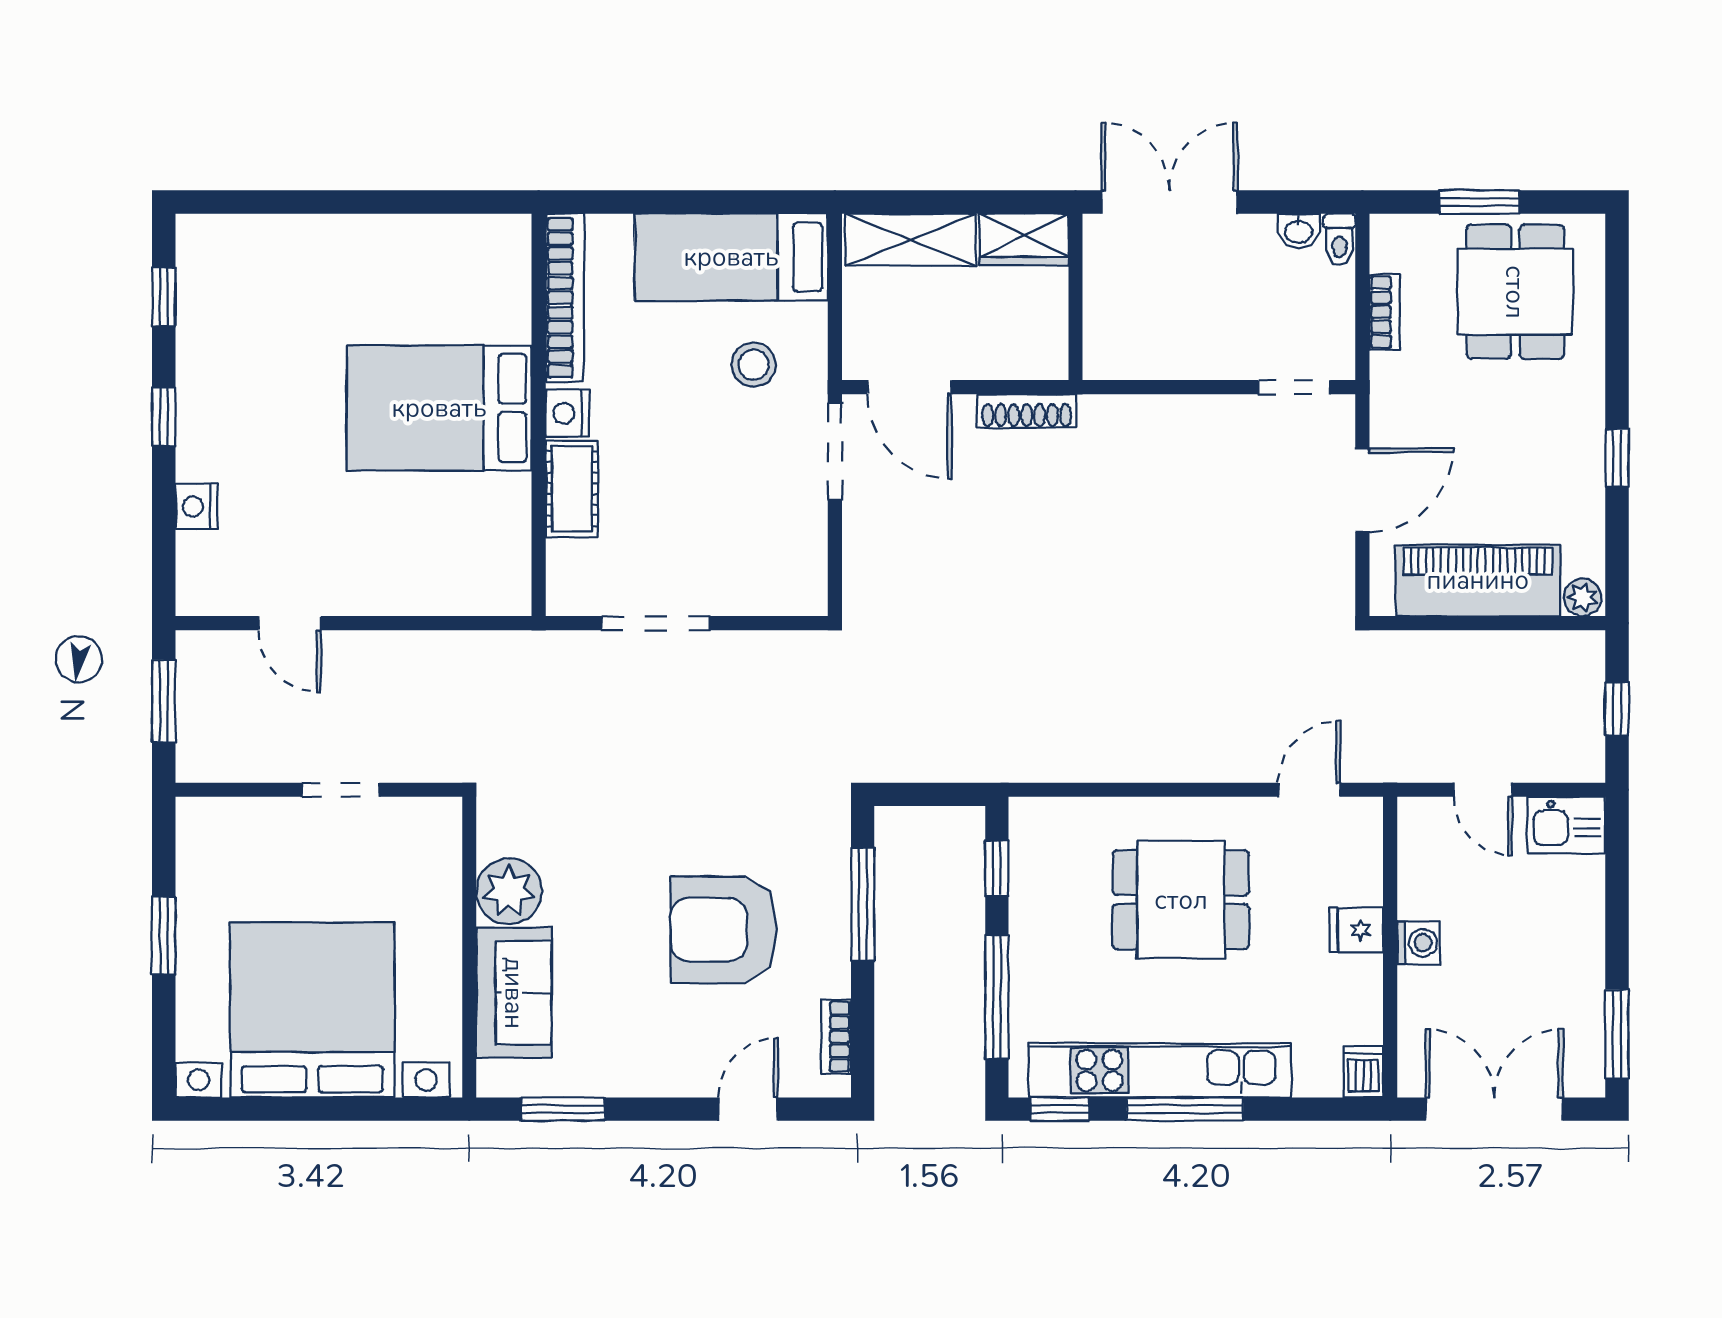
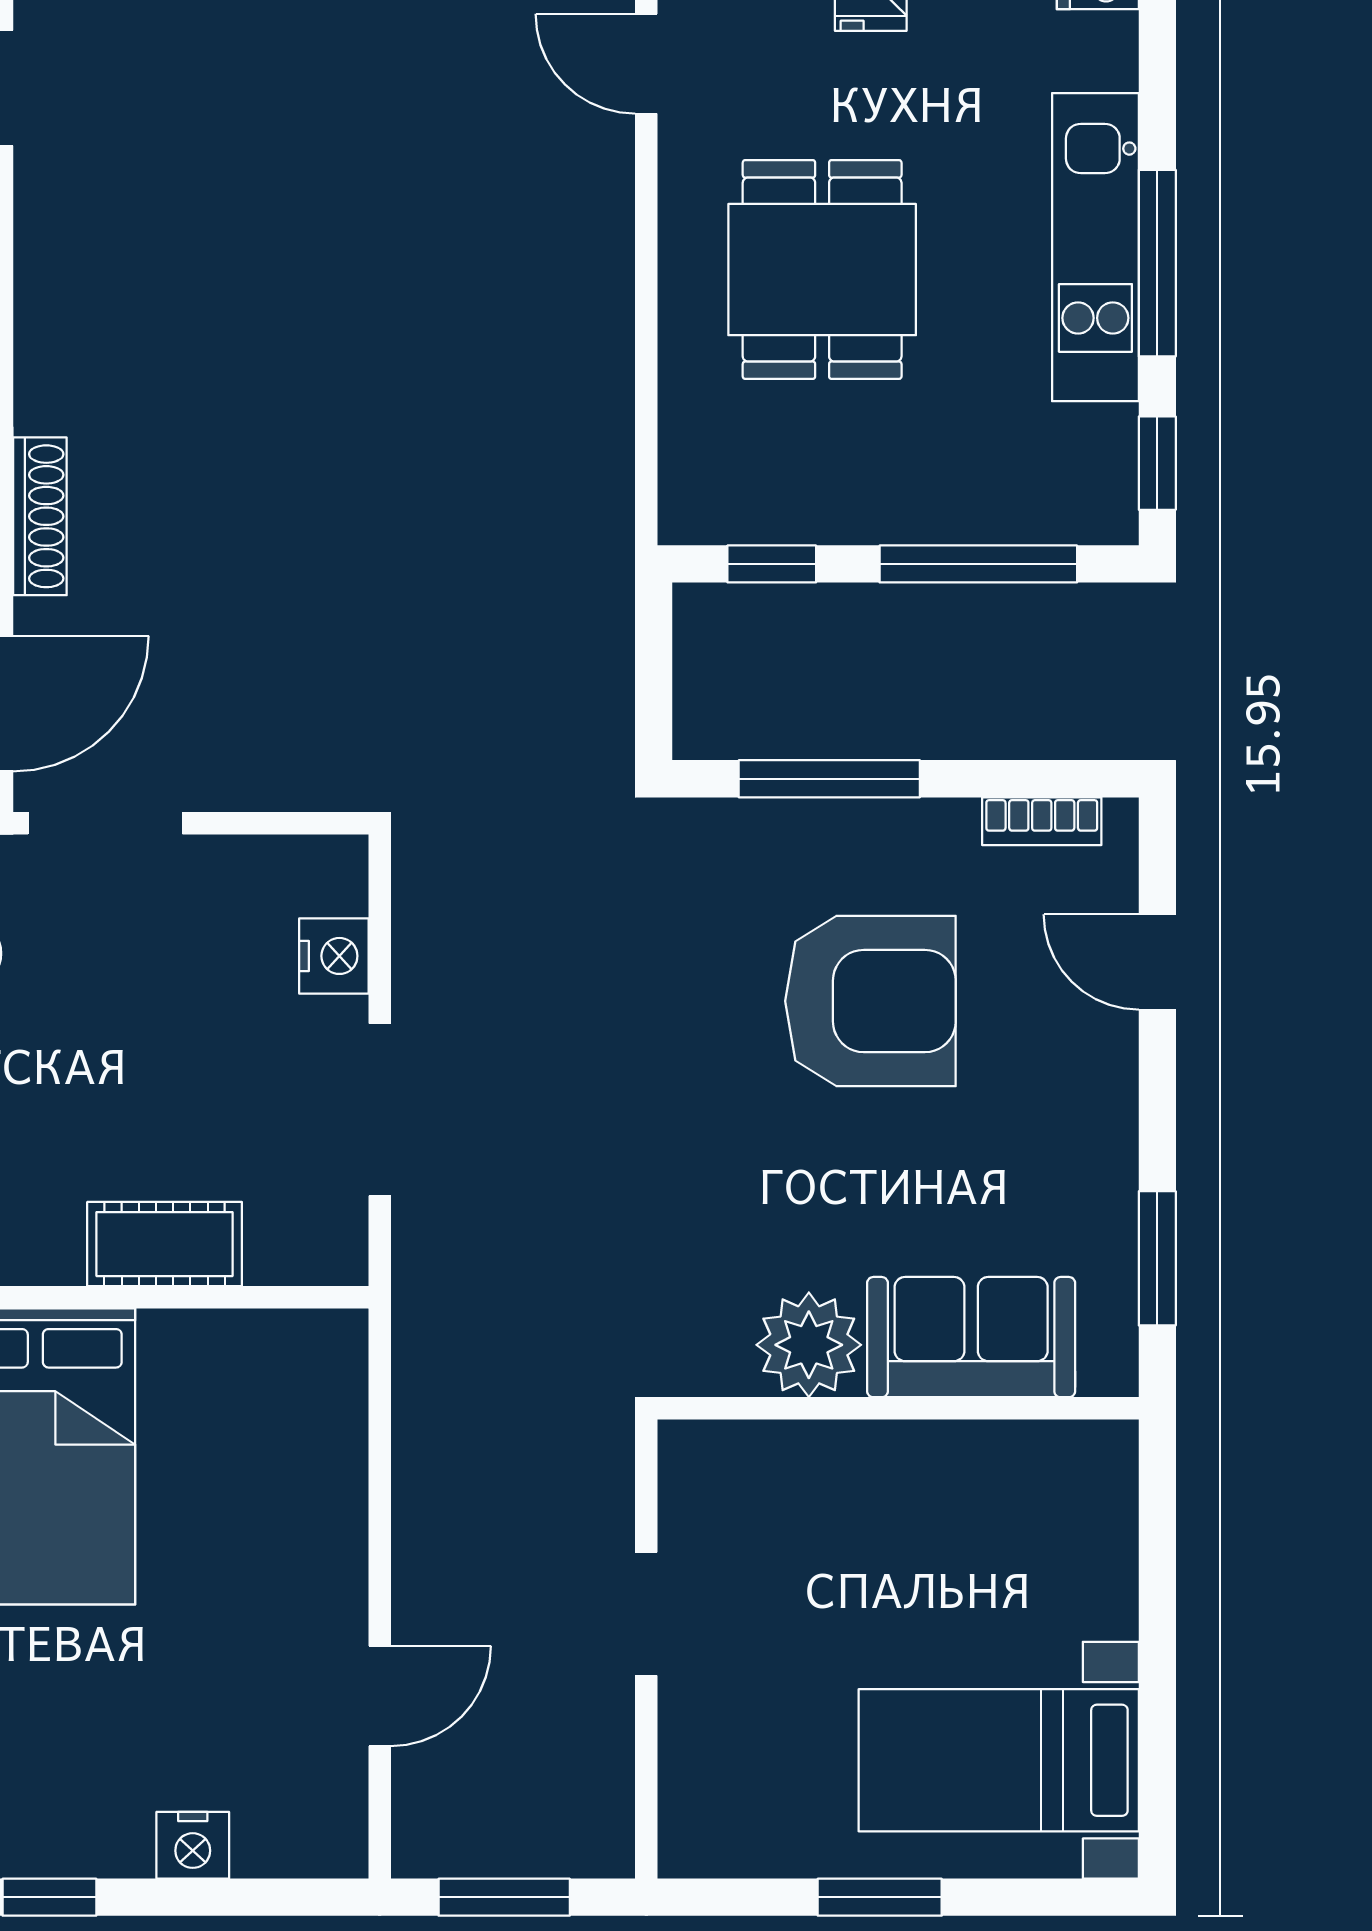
nightstand: (567, 413) -> (334, 956), moved, turned -90
armchair: (724, 930) -> (870, 1001), turned -90
bed with nightstands: (312, 1010) -> (999, 1760), width x0.54
kitchen unit: (1160, 1070) -> (1095, 247), width x0.73

